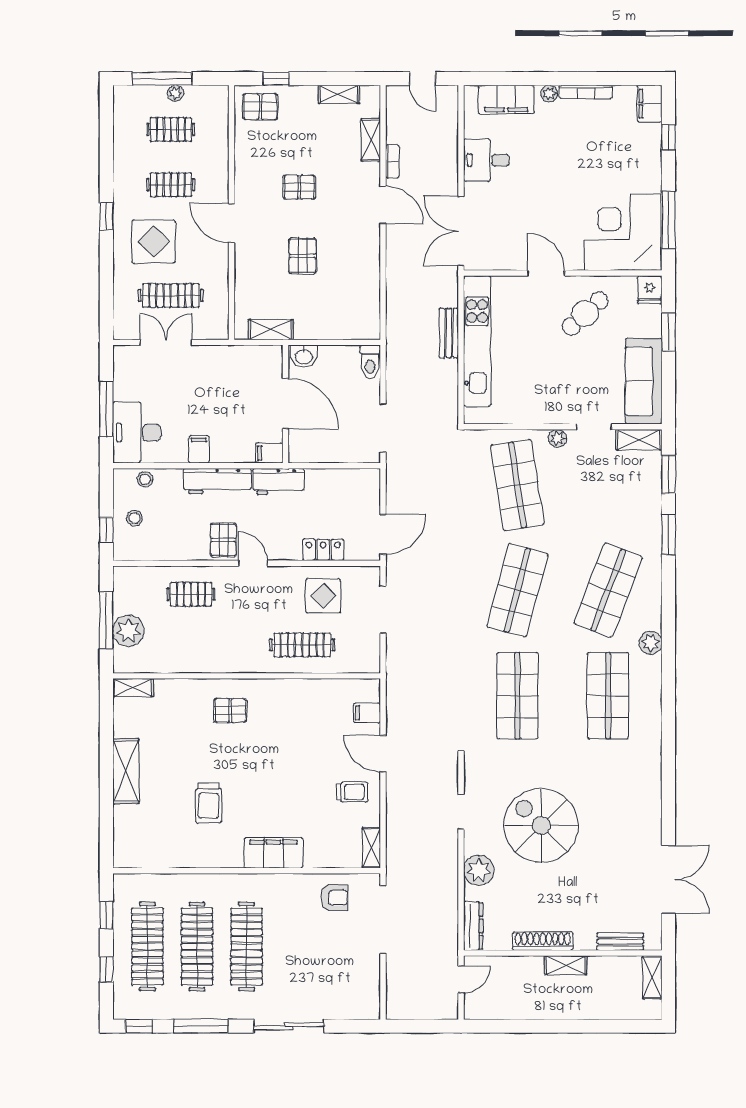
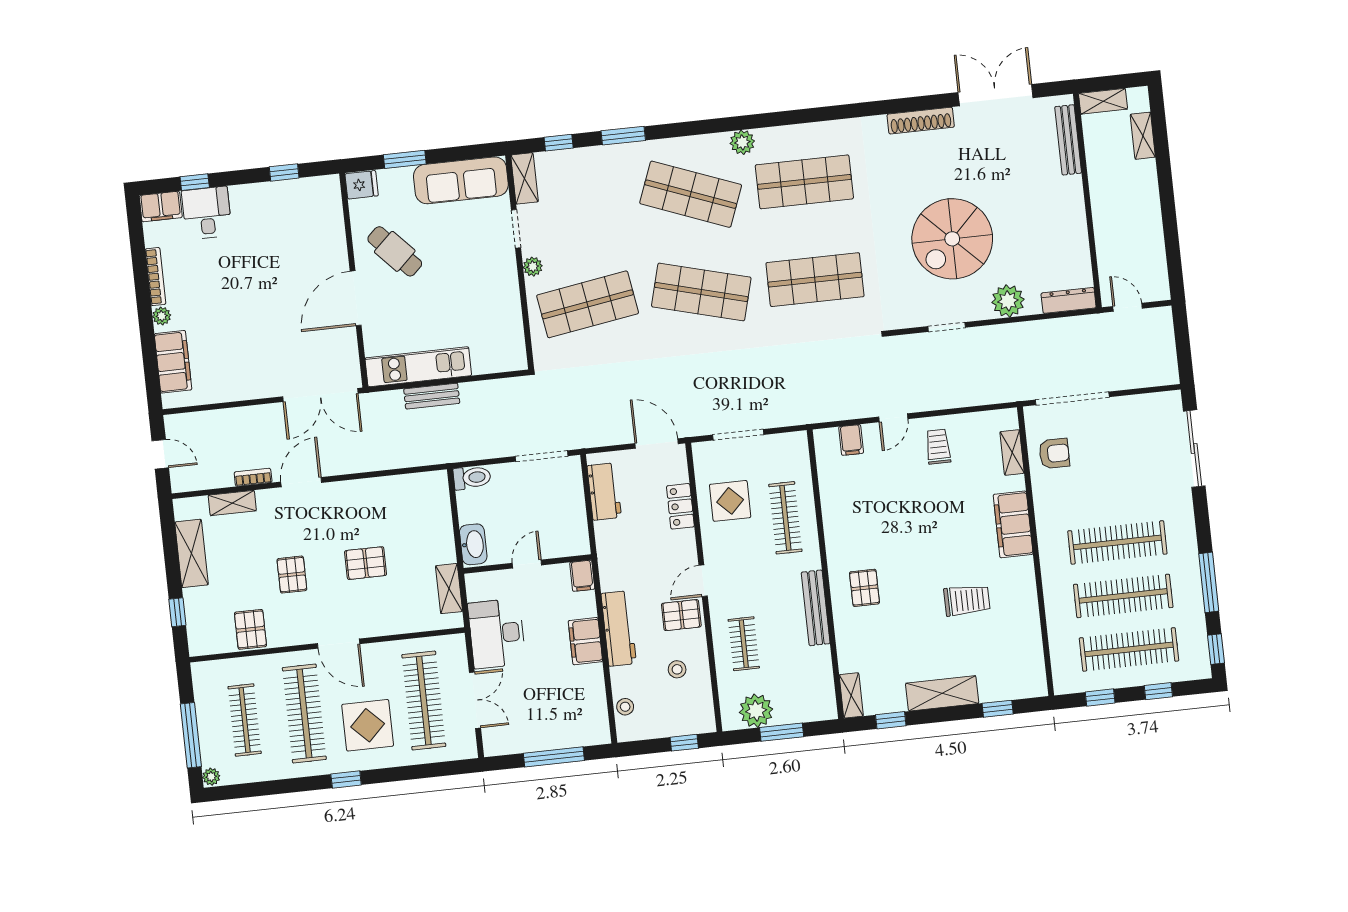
door: (423, 79) -> (160, 454), hinge flipped
plant: (175, 93) -> (211, 777), moved
shelving: (339, 94) -> (191, 553), width x1.50, depth x1.33
pallet: (260, 107) -> (250, 629), moved
clothes rail: (171, 129) -> (245, 720), width x1.36
desk: (486, 160) -> (207, 213), moved, turned 180
clothes rail: (171, 185) -> (304, 714), width x1.86, depth x1.31
window: (668, 220) -> (284, 172), width x0.46
door: (231, 223) -> (339, 644), hinge flipped
corner desk: (622, 232) -> (303, 221), removed
door: (546, 273) -> (356, 298), width x1.36
clothes rail: (171, 295) -> (424, 701), width x1.37, depth x1.31
kitchen unit: (477, 341) -> (418, 367), width x0.73
double door: (166, 342) -> (475, 700), swing flipped
washbasin: (304, 356) -> (473, 544), width x1.38
door: (286, 404) -> (527, 564), width x0.53
desk: (137, 433) -> (497, 633), moved, turned 90
filing cabinet: (199, 449) -> (585, 641), width x2.00
window: (668, 474) -> (559, 143), width x0.67
workbench: (279, 482) -> (604, 491), moved
stool: (135, 518) -> (677, 669), moved
window: (106, 620) -> (782, 732), width x0.69
plant: (128, 631) -> (756, 711), moved
bench: (217, 664) -> (816, 608), added
window: (106, 721) -> (891, 720), added
door: (383, 754) -> (893, 418), width x0.73
window: (106, 820) -> (998, 709), added
shelving: (371, 848) -> (1012, 453), moved, turned 90
armchair: (334, 898) -> (1054, 453), turned 90
shoe rack: (543, 941) -> (921, 121), moved, turned -90
bench: (620, 942) -> (1068, 140), width x1.36
shelving: (566, 965) -> (1143, 136), moved
sliding door: (289, 1026) -> (1194, 449), moved

